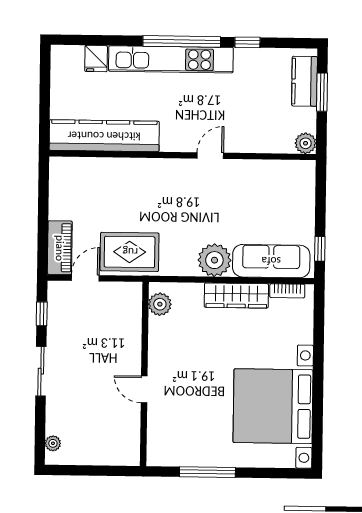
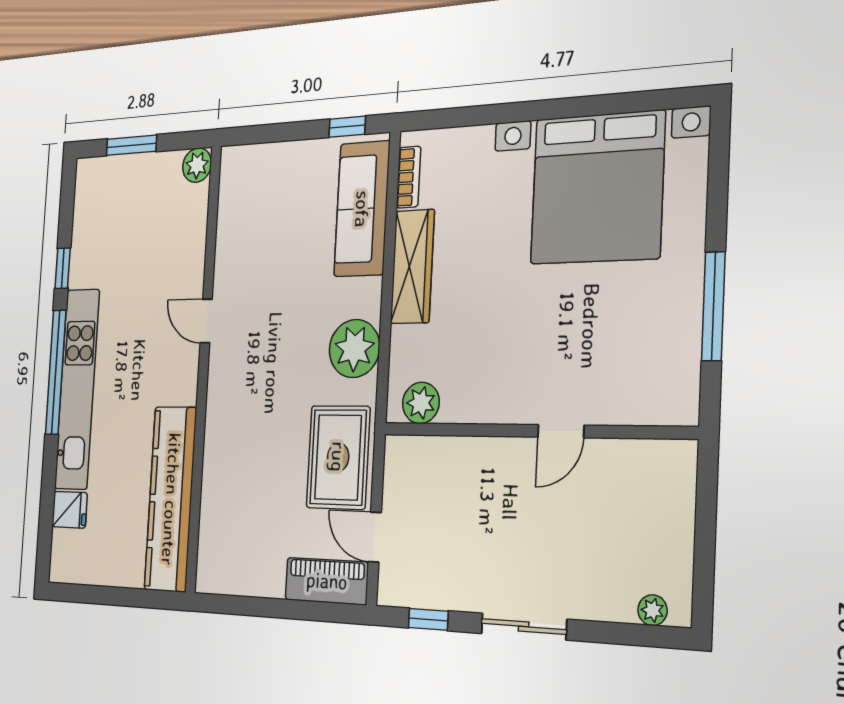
kitchen counter: (305, 81) -> (116, 174), removed
plant: (214, 260) -> (354, 349), moved

